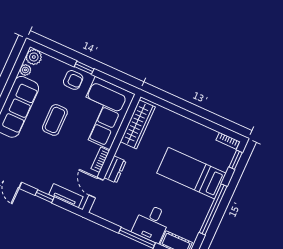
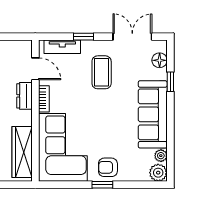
coffee table: (55, 120) -> (102, 72), moved

